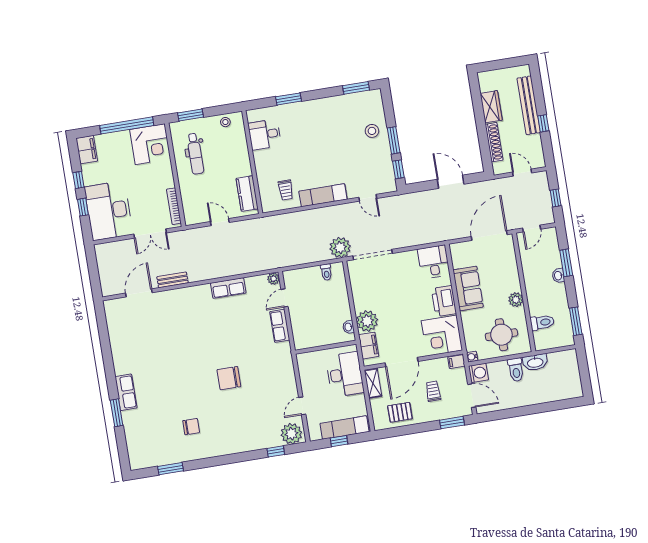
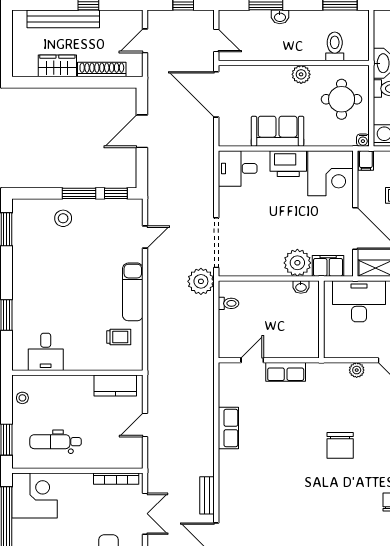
dental chair: (195, 154) -> (55, 442), turned 180
plant: (274, 279) -> (357, 370), moved
door: (285, 298) -> (252, 360), swing flipped

